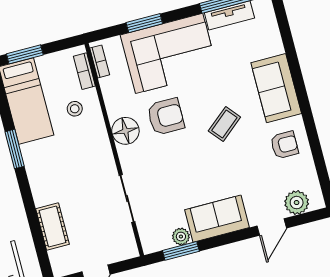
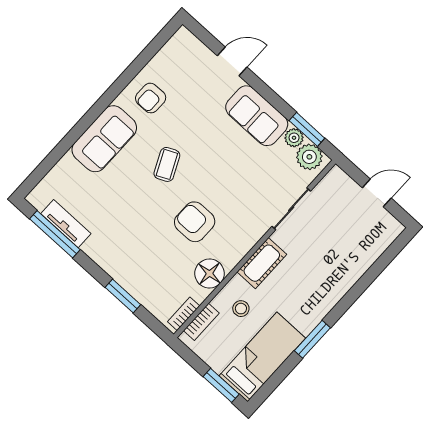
corner sofa: (169, 53) -> (136, 256), removed
coffee table: (224, 124) -> (167, 164), turned -75
floor lamp: (125, 131) -> (210, 274), moved
armchair: (284, 145) -> (151, 98), turned -90
plant: (297, 203) -> (309, 157), moved
cot: (52, 227) -> (262, 263), moved

